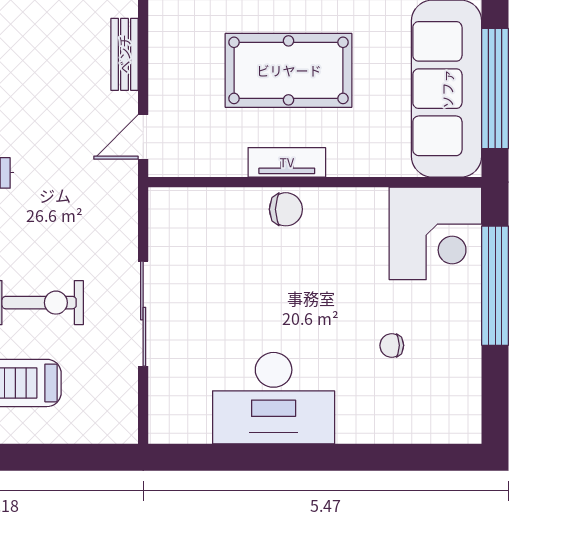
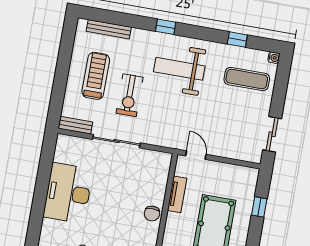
bench: (124, 54) -> (75, 125), moved
tv unit: (287, 162) -> (177, 194), moved

